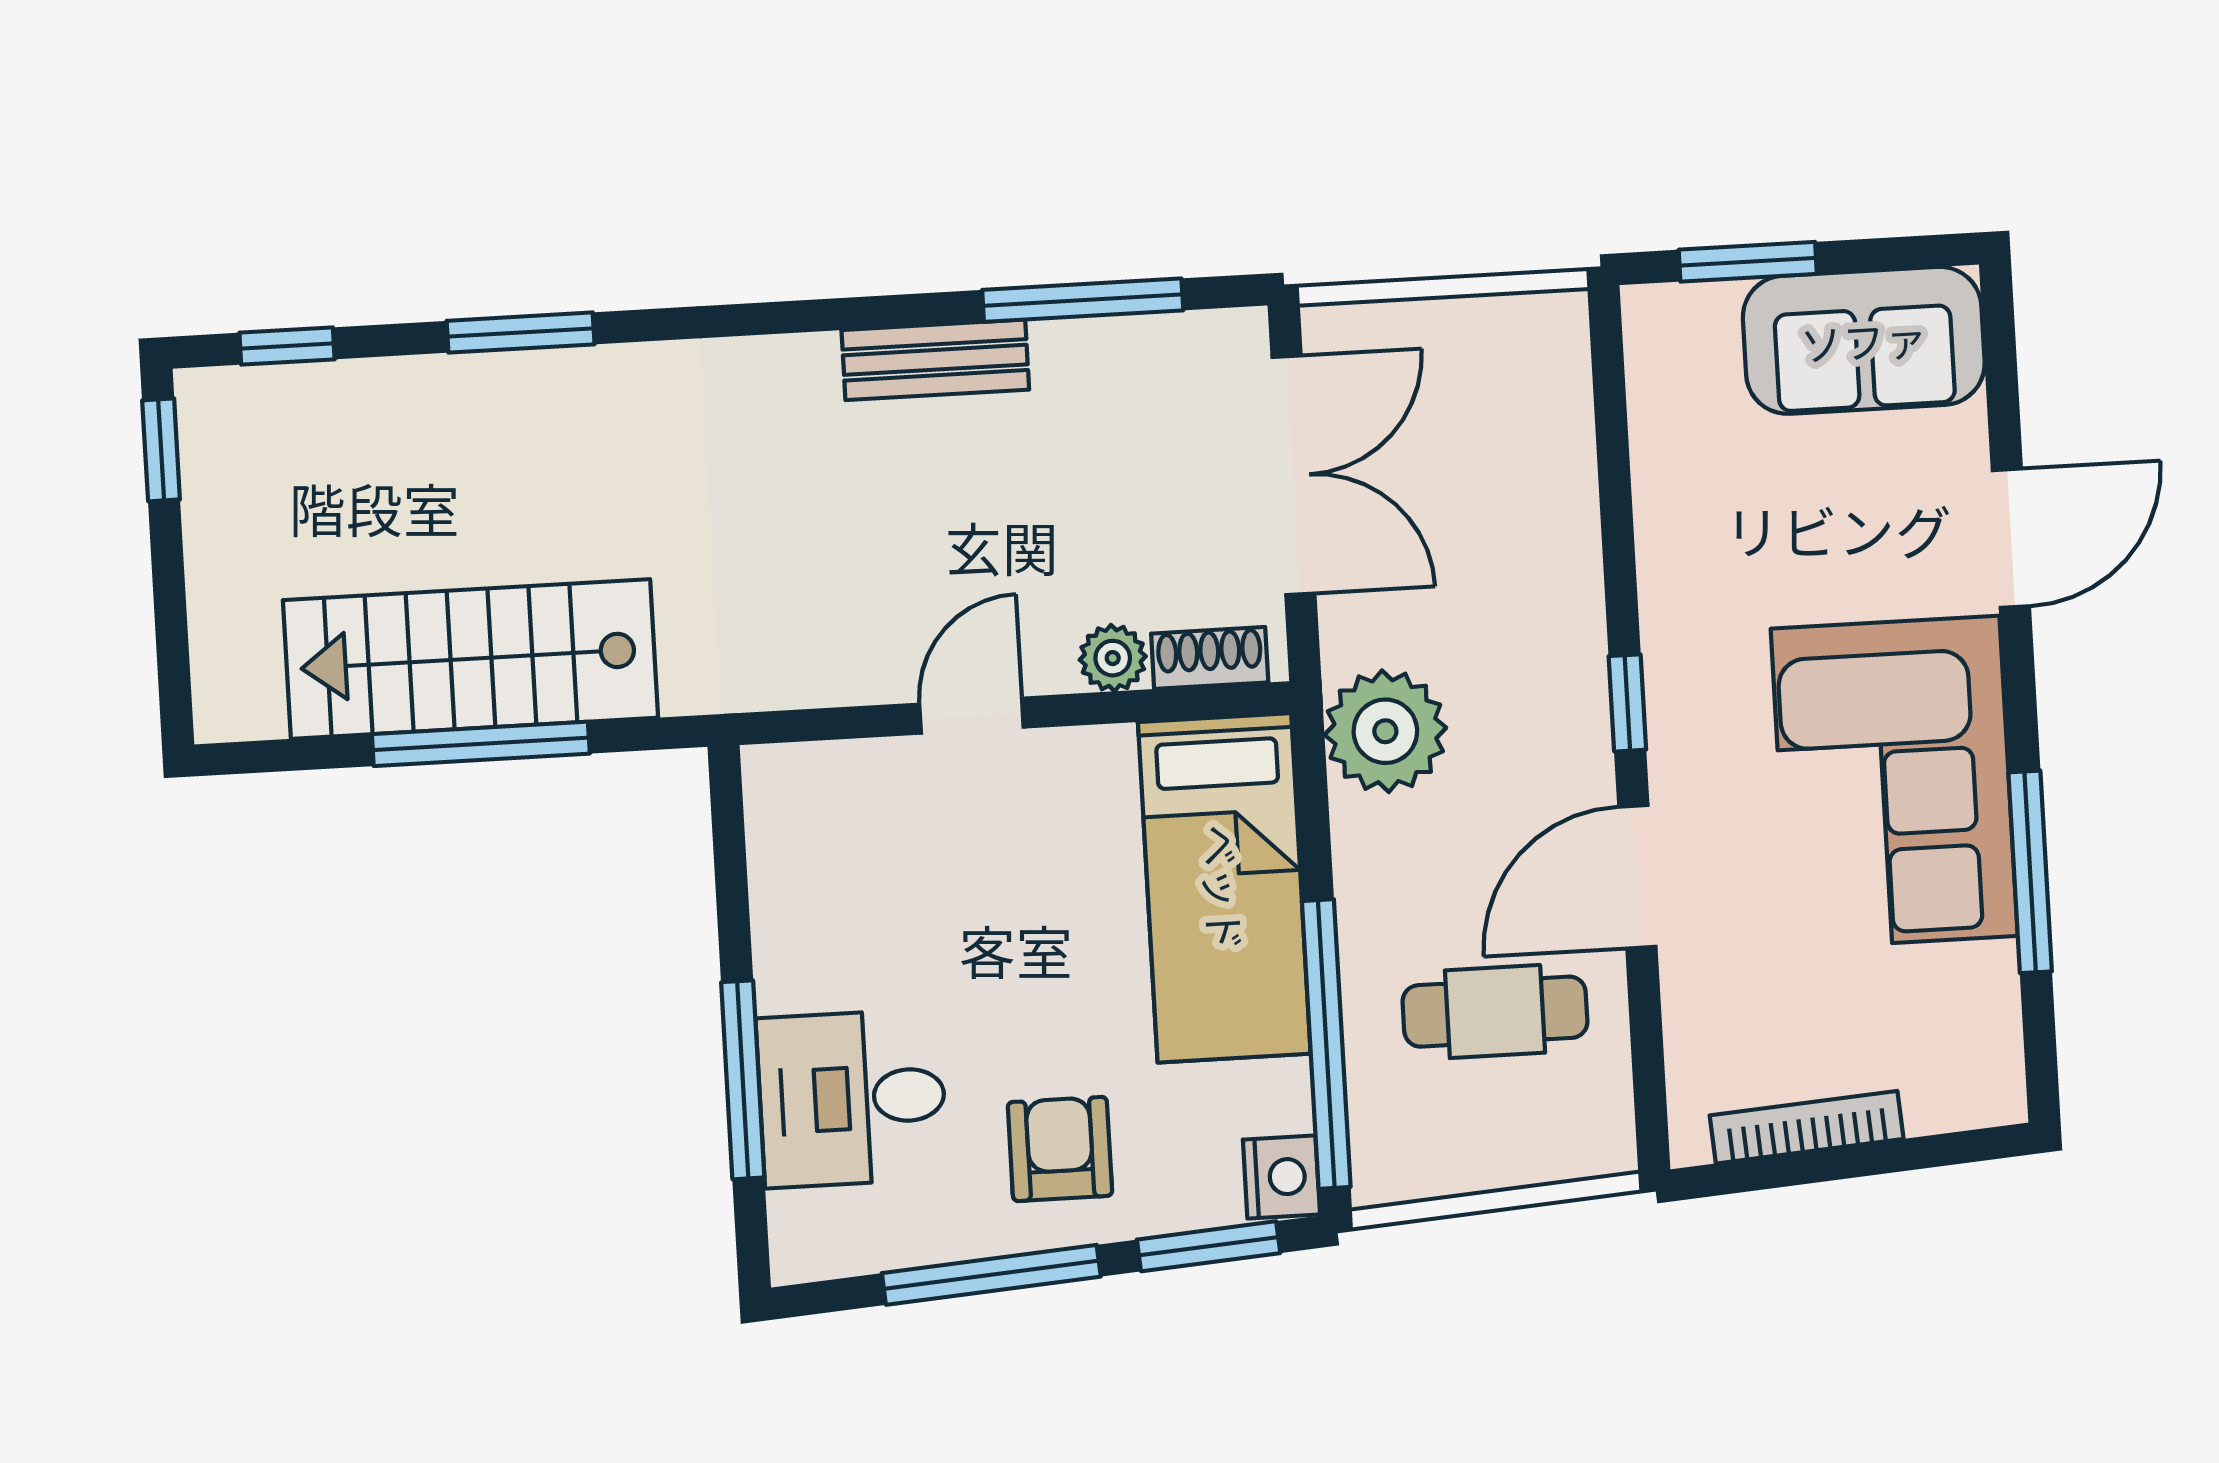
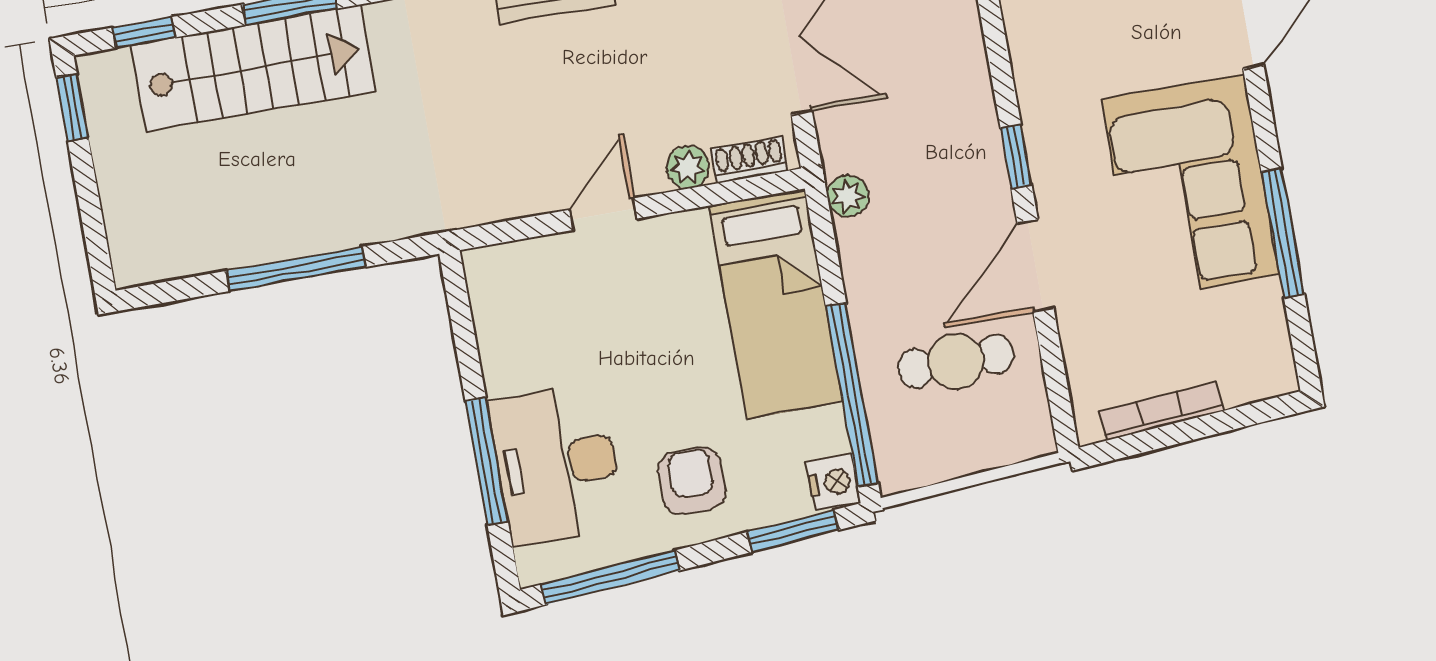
stairs: (470, 659) -> (253, 68), moved, turned 180
plant: (1385, 731) -> (848, 196), width x0.53, depth x0.53
desk: (852, 1098) -> (557, 464), width x1.37
window: (991, 1275) -> (610, 577), moved

